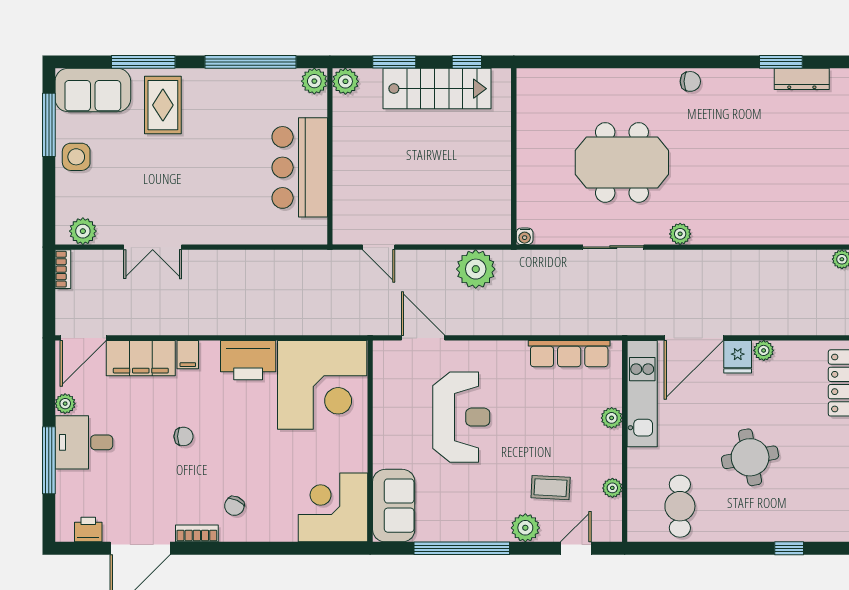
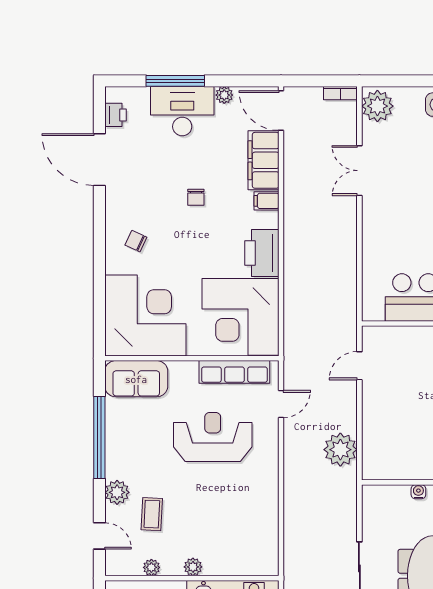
plant: (83, 231) -> (377, 106), width x1.36, depth x1.36
water cooler: (525, 236) -> (418, 492), moved, turned 90
door: (423, 338) -> (281, 404), width x0.73
row of seats: (569, 354) -> (234, 372), moved, turned -90
reception desk: (461, 417) -> (213, 437), turned 180
plant: (612, 418) -> (193, 567), moved
desk: (84, 442) -> (182, 111), width x1.37
corner desk: (333, 507) -> (145, 316), width x1.36, depth x1.36
bookcase: (197, 533) -> (112, 209), removed

